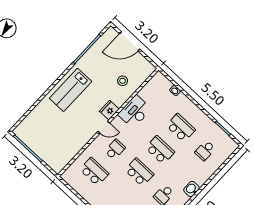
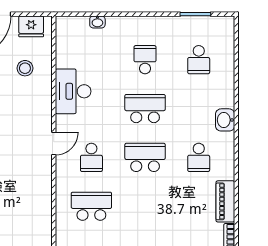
fridge: (109, 110) -> (31, 26), moved, turned -90
school desk: (181, 128) -> (145, 60), width x0.54
school desk: (115, 149) -> (91, 157), turned 180

